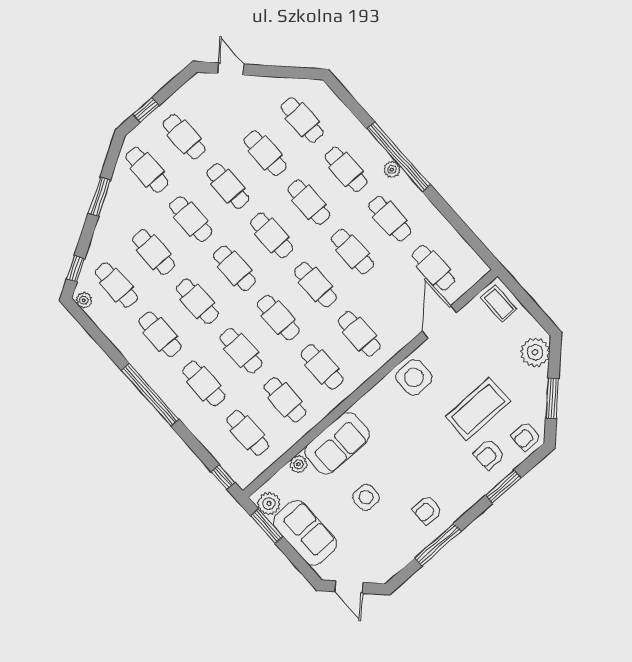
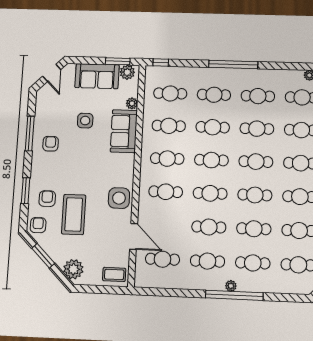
door: (349, 587) -> (52, 73), swing flipped

